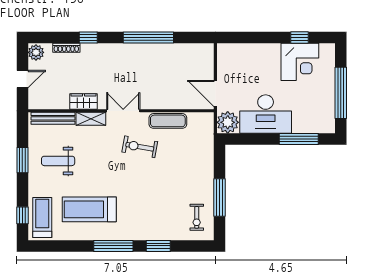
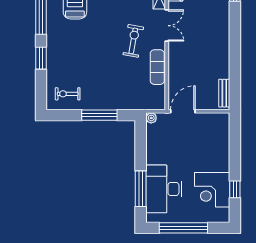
window: (148, 38) -> (235, 49), removed
bench: (196, 49) -> (224, 93), added
desk: (266, 114) -> (164, 189), moved
plant: (228, 122) -> (151, 118), width x0.53, depth x0.53
window: (220, 197) -> (99, 115), moved

